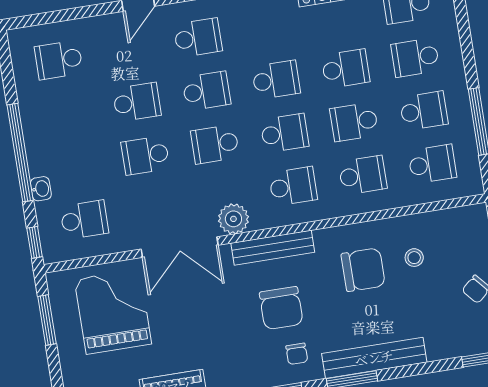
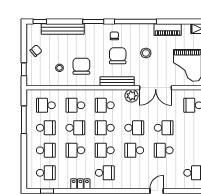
school desk: (198, 38) -> (105, 173), moved, turned 180
school desk: (424, 111) -> (46, 128), turned 180
double door: (180, 247) -> (156, 88), swing flipped
chair: (363, 270) -> (81, 66), turned 90
stool: (216, 325) -> (146, 53), added
bench: (374, 358) -> (63, 29), moved

